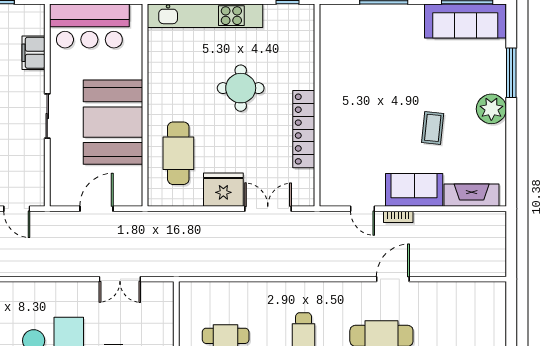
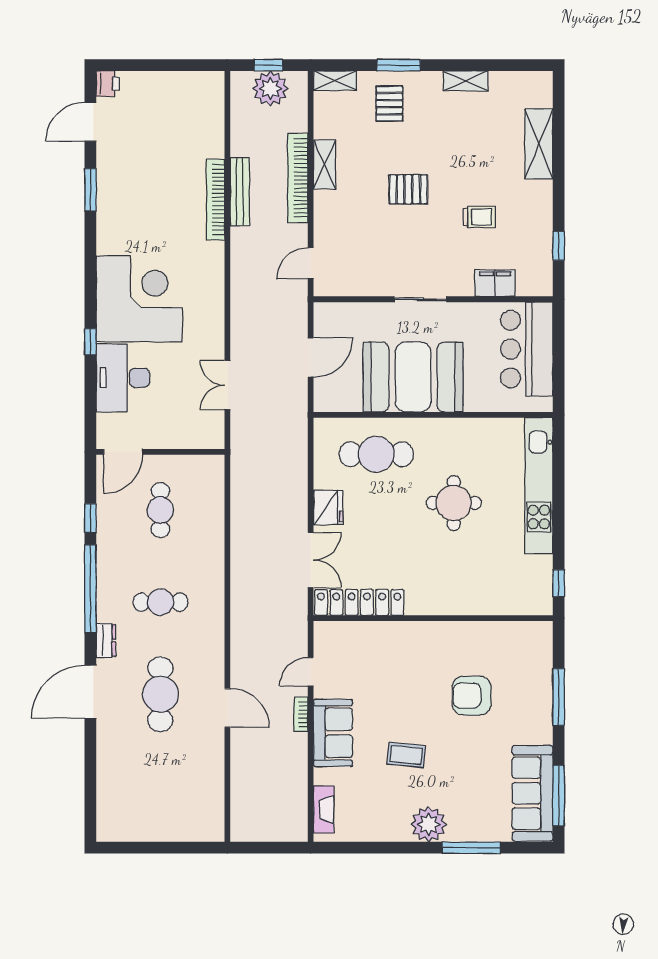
armchair: (383, 72) -> (472, 696), added
round table: (241, 88) -> (454, 503), moved
locker: (304, 129) -> (359, 602), moved
fridge: (223, 190) -> (328, 508), width x0.73, depth x0.75
fireplace: (472, 195) -> (324, 810), width x0.73, depth x0.76
door: (97, 209) -> (311, 358), hinge flipped

